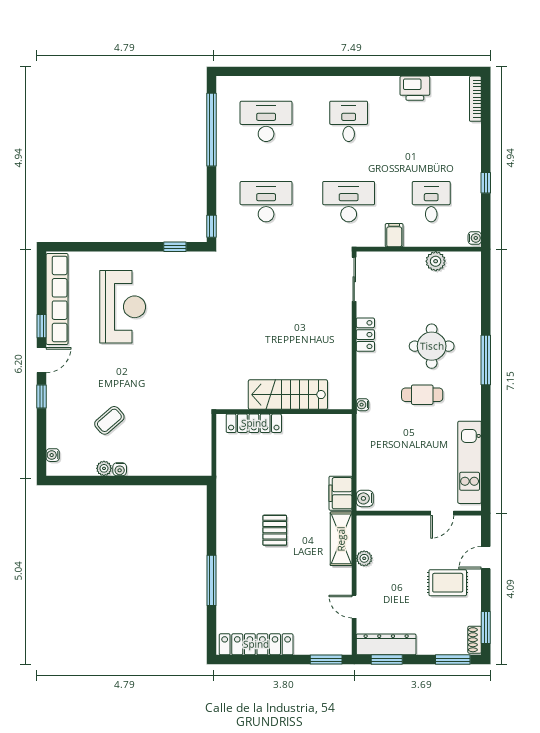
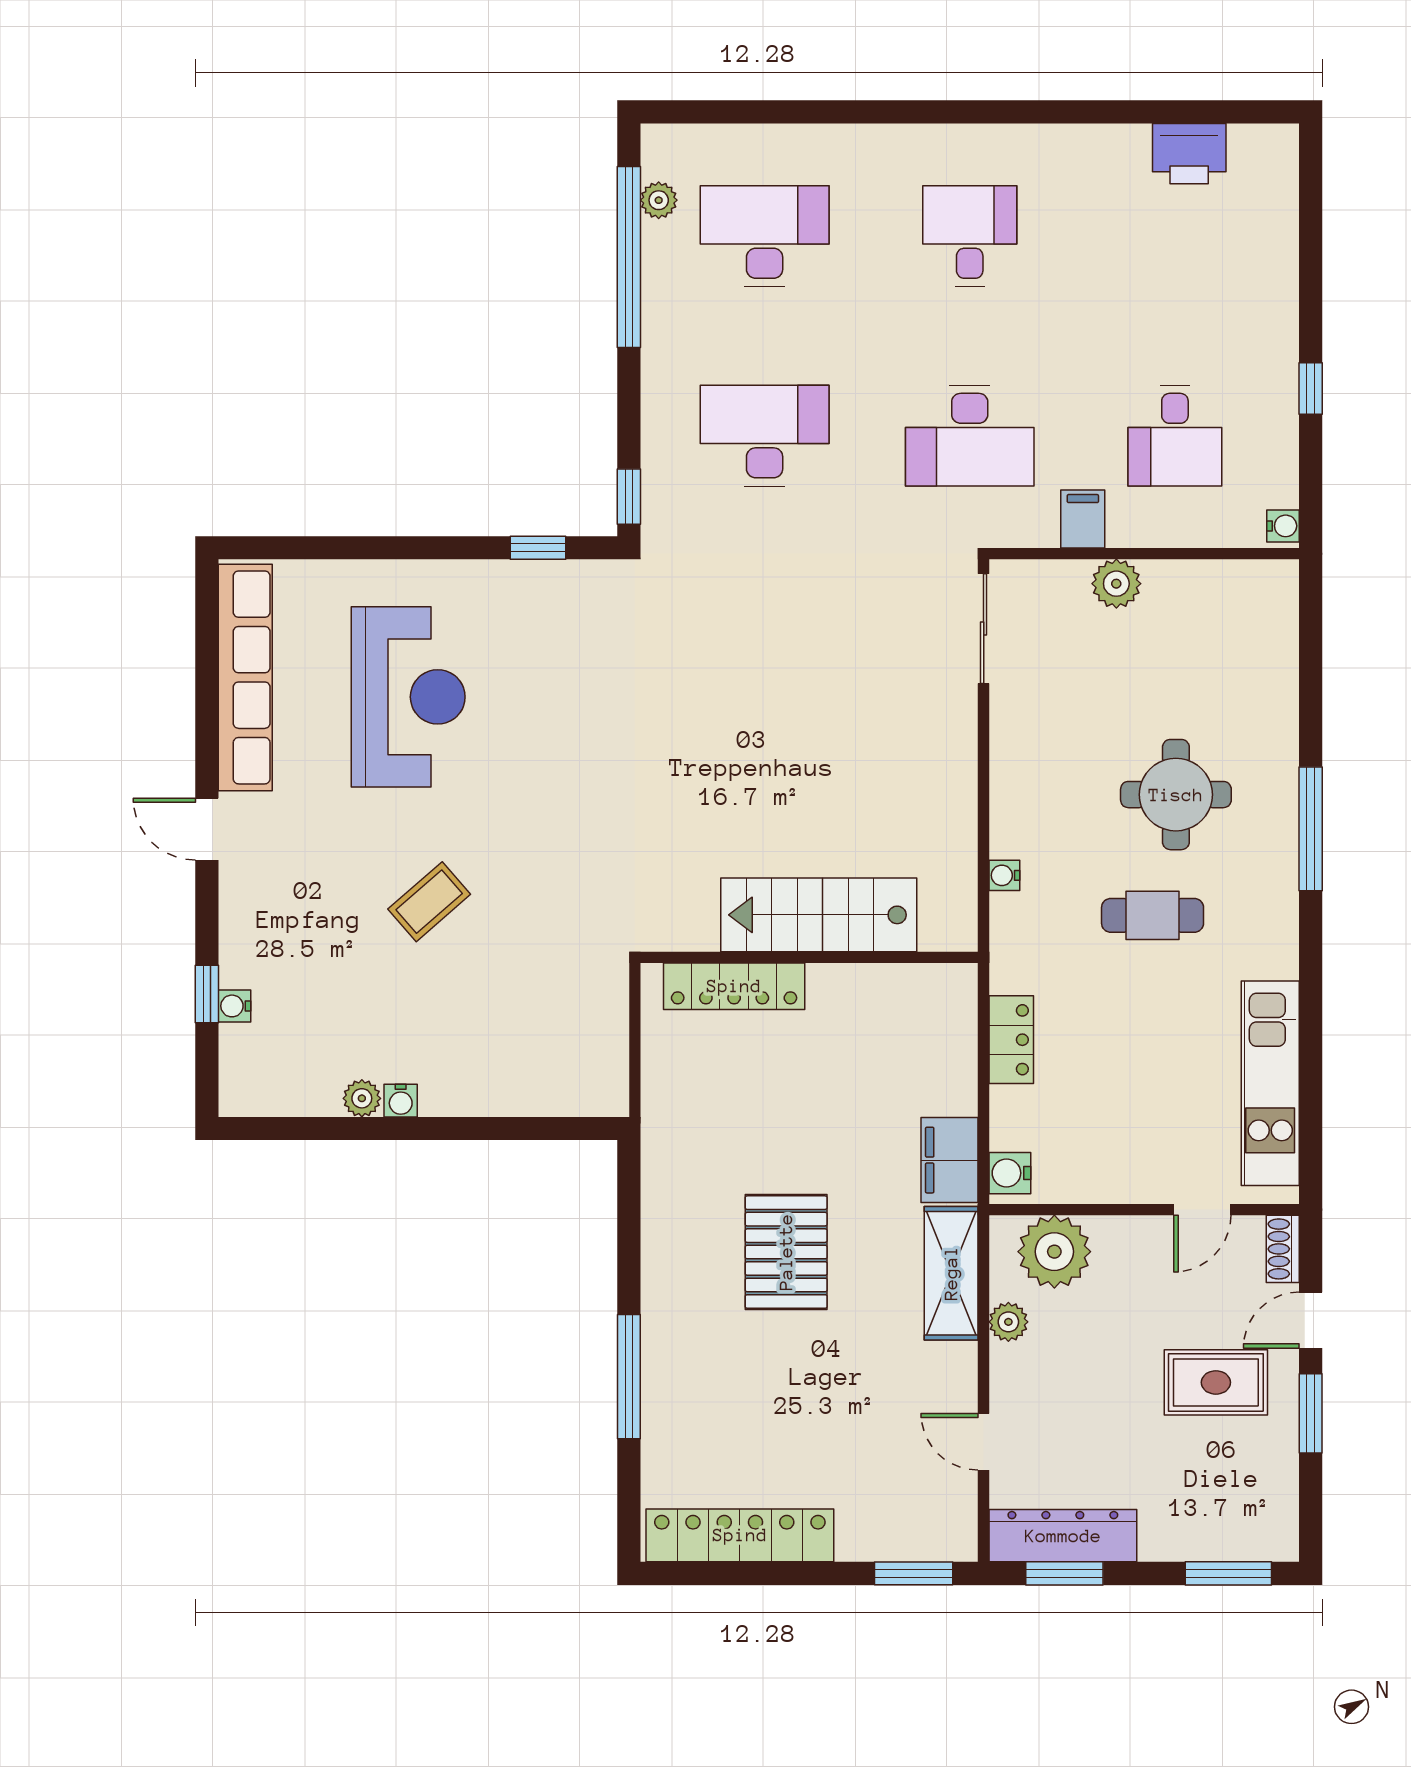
printer: (415, 88) -> (1189, 154), moved
bookcase: (475, 99) -> (1285, 180), removed
plant: (223, 107) -> (659, 200), added
desk: (349, 202) -> (970, 436), turned 180
desk: (431, 202) -> (1175, 436), turned 180
plant: (436, 261) -> (1116, 584), moved
window: (42, 326) -> (207, 745), removed
locker: (365, 335) -> (1011, 1040), moved
door: (42, 360) -> (207, 829), swing flipped
window: (42, 396) -> (207, 994), moved
water cooler: (363, 405) -> (1004, 875), moved
coffee table: (109, 420) -> (429, 902), moved
water cooler: (53, 455) -> (235, 1006), moved
pallet: (275, 530) -> (786, 1252), width x1.50, depth x1.42
plant: (383, 530) -> (1054, 1252), added
window: (486, 627) -> (1311, 1413), moved
shoe rack: (475, 640) -> (1283, 1249), moved

